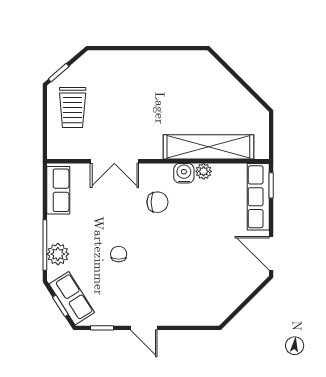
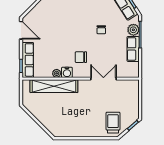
trolley: (73, 107) -> (113, 123), moved
row of seats: (58, 190) -> (133, 49), moved

